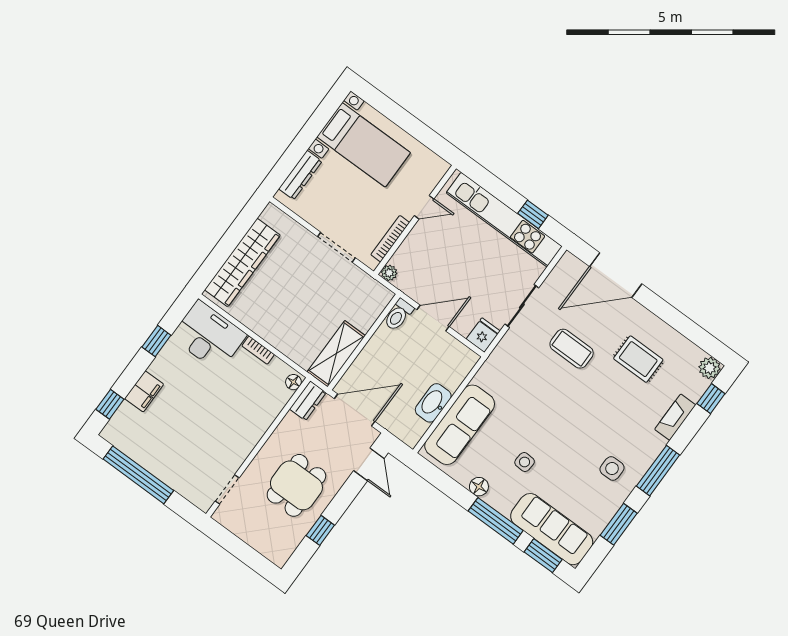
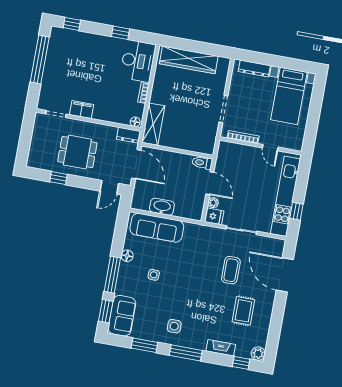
plant: (389, 273) -> (213, 203), moved
shelving: (336, 354) -> (153, 124), moved, turned 90
filing cabinet: (144, 391) -> (82, 110), moved, turned 180
sofa: (552, 529) -> (122, 316), width x0.73

